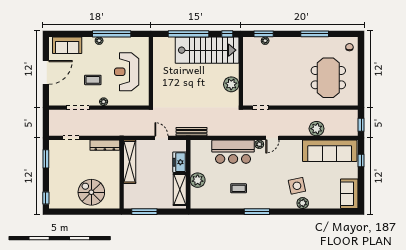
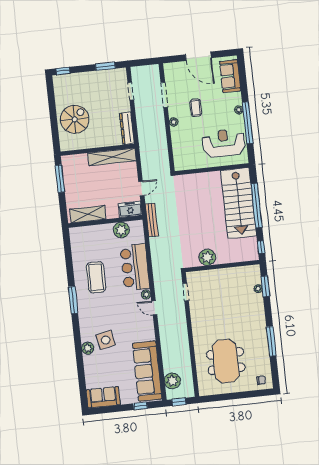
stairs: (207, 50) -> (239, 203), moved
reception desk: (127, 72) -> (224, 143), moved
meeting table: (328, 78) -> (226, 361), turned 90
plant: (317, 129) -> (172, 381), moved
freezer: (180, 162) -> (130, 209), moved
plant: (198, 180) -> (121, 230), moved
coffee table: (239, 188) -> (96, 277), width x1.86, depth x1.72

